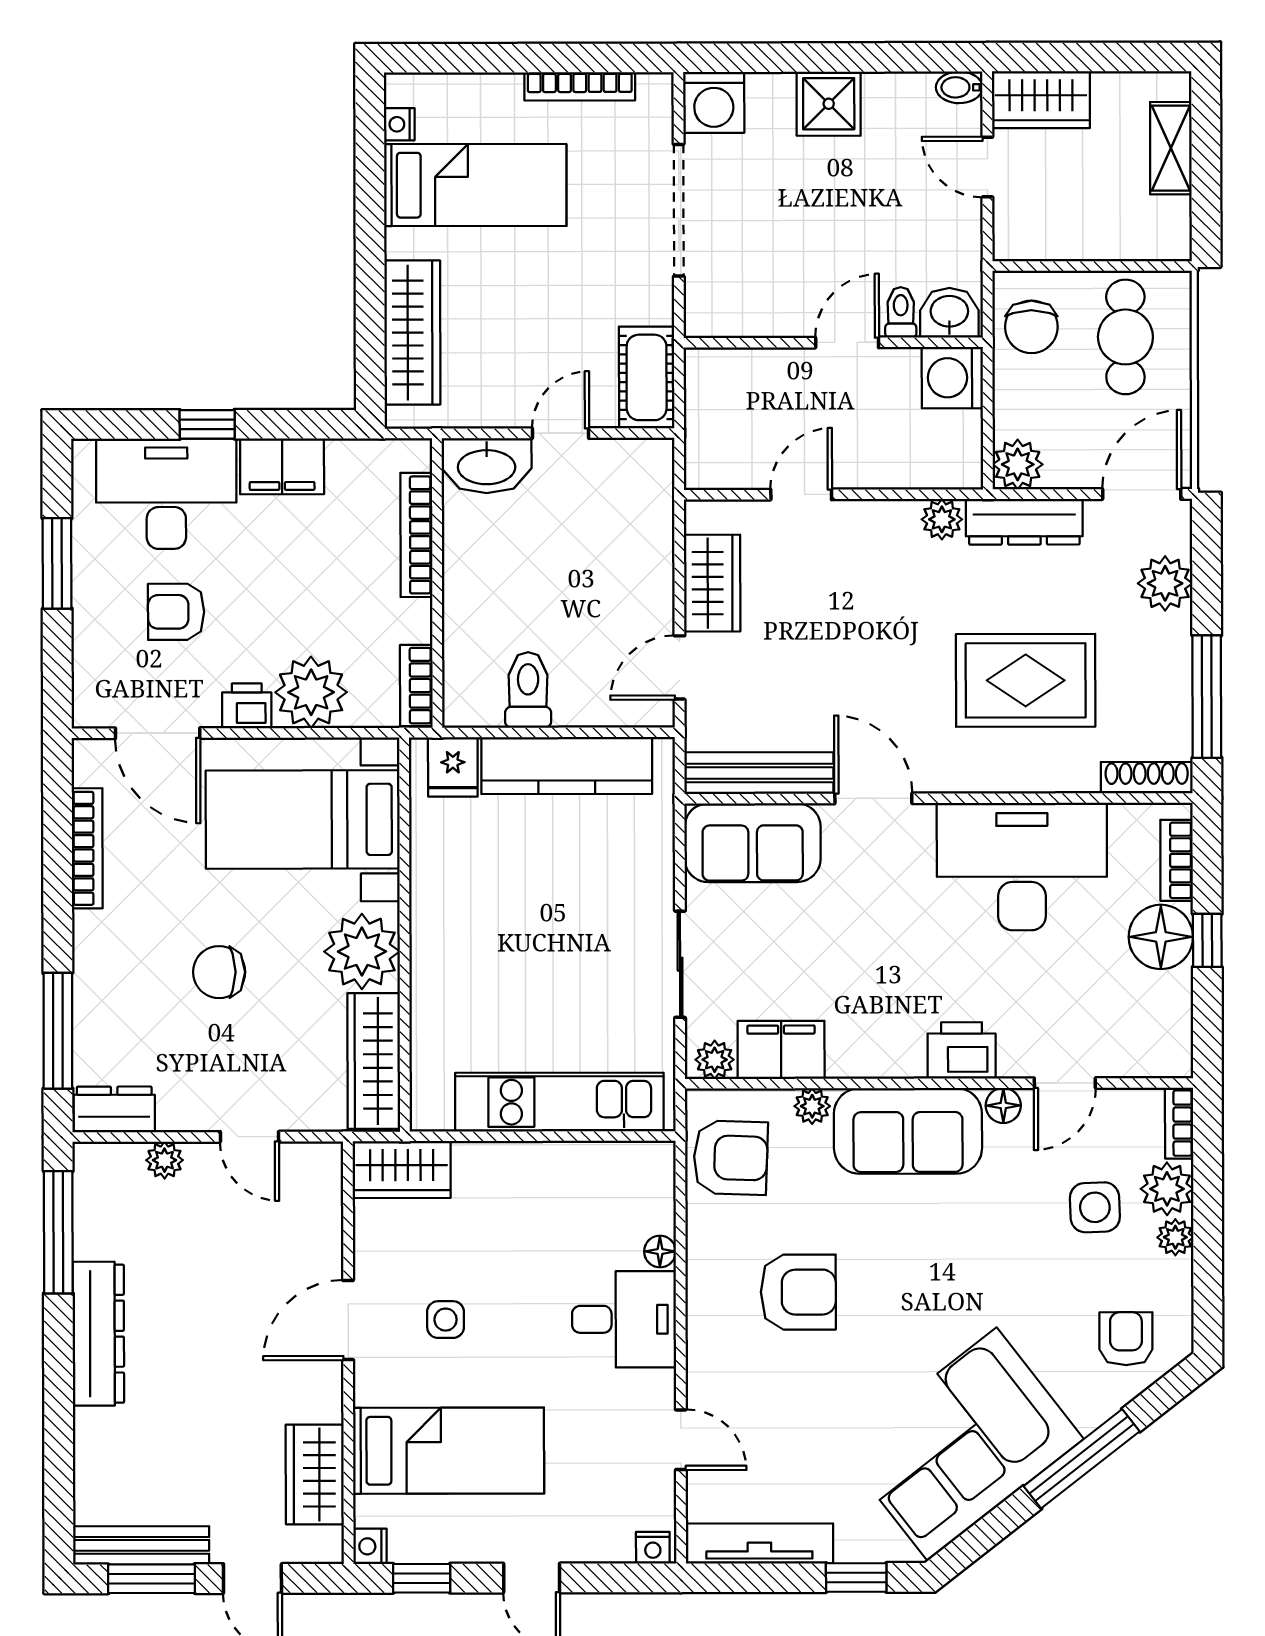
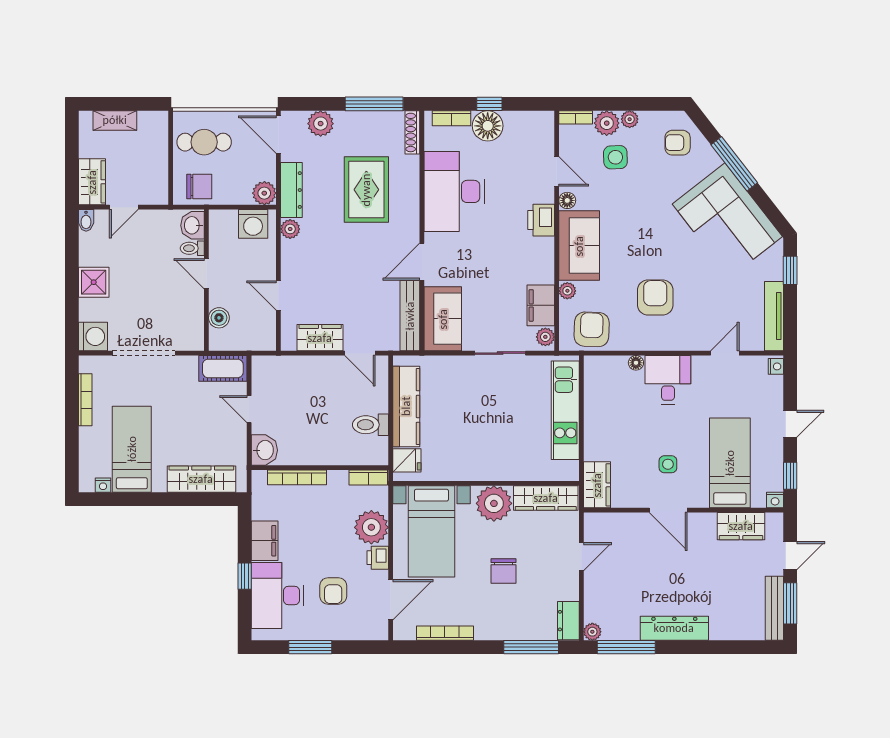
boiler: (754, 369) -> (219, 318), added
washing machine: (952, 378) -> (253, 224), moved
washbasin: (487, 466) -> (264, 450), width x0.72
plant: (164, 1160) -> (592, 632), moved

